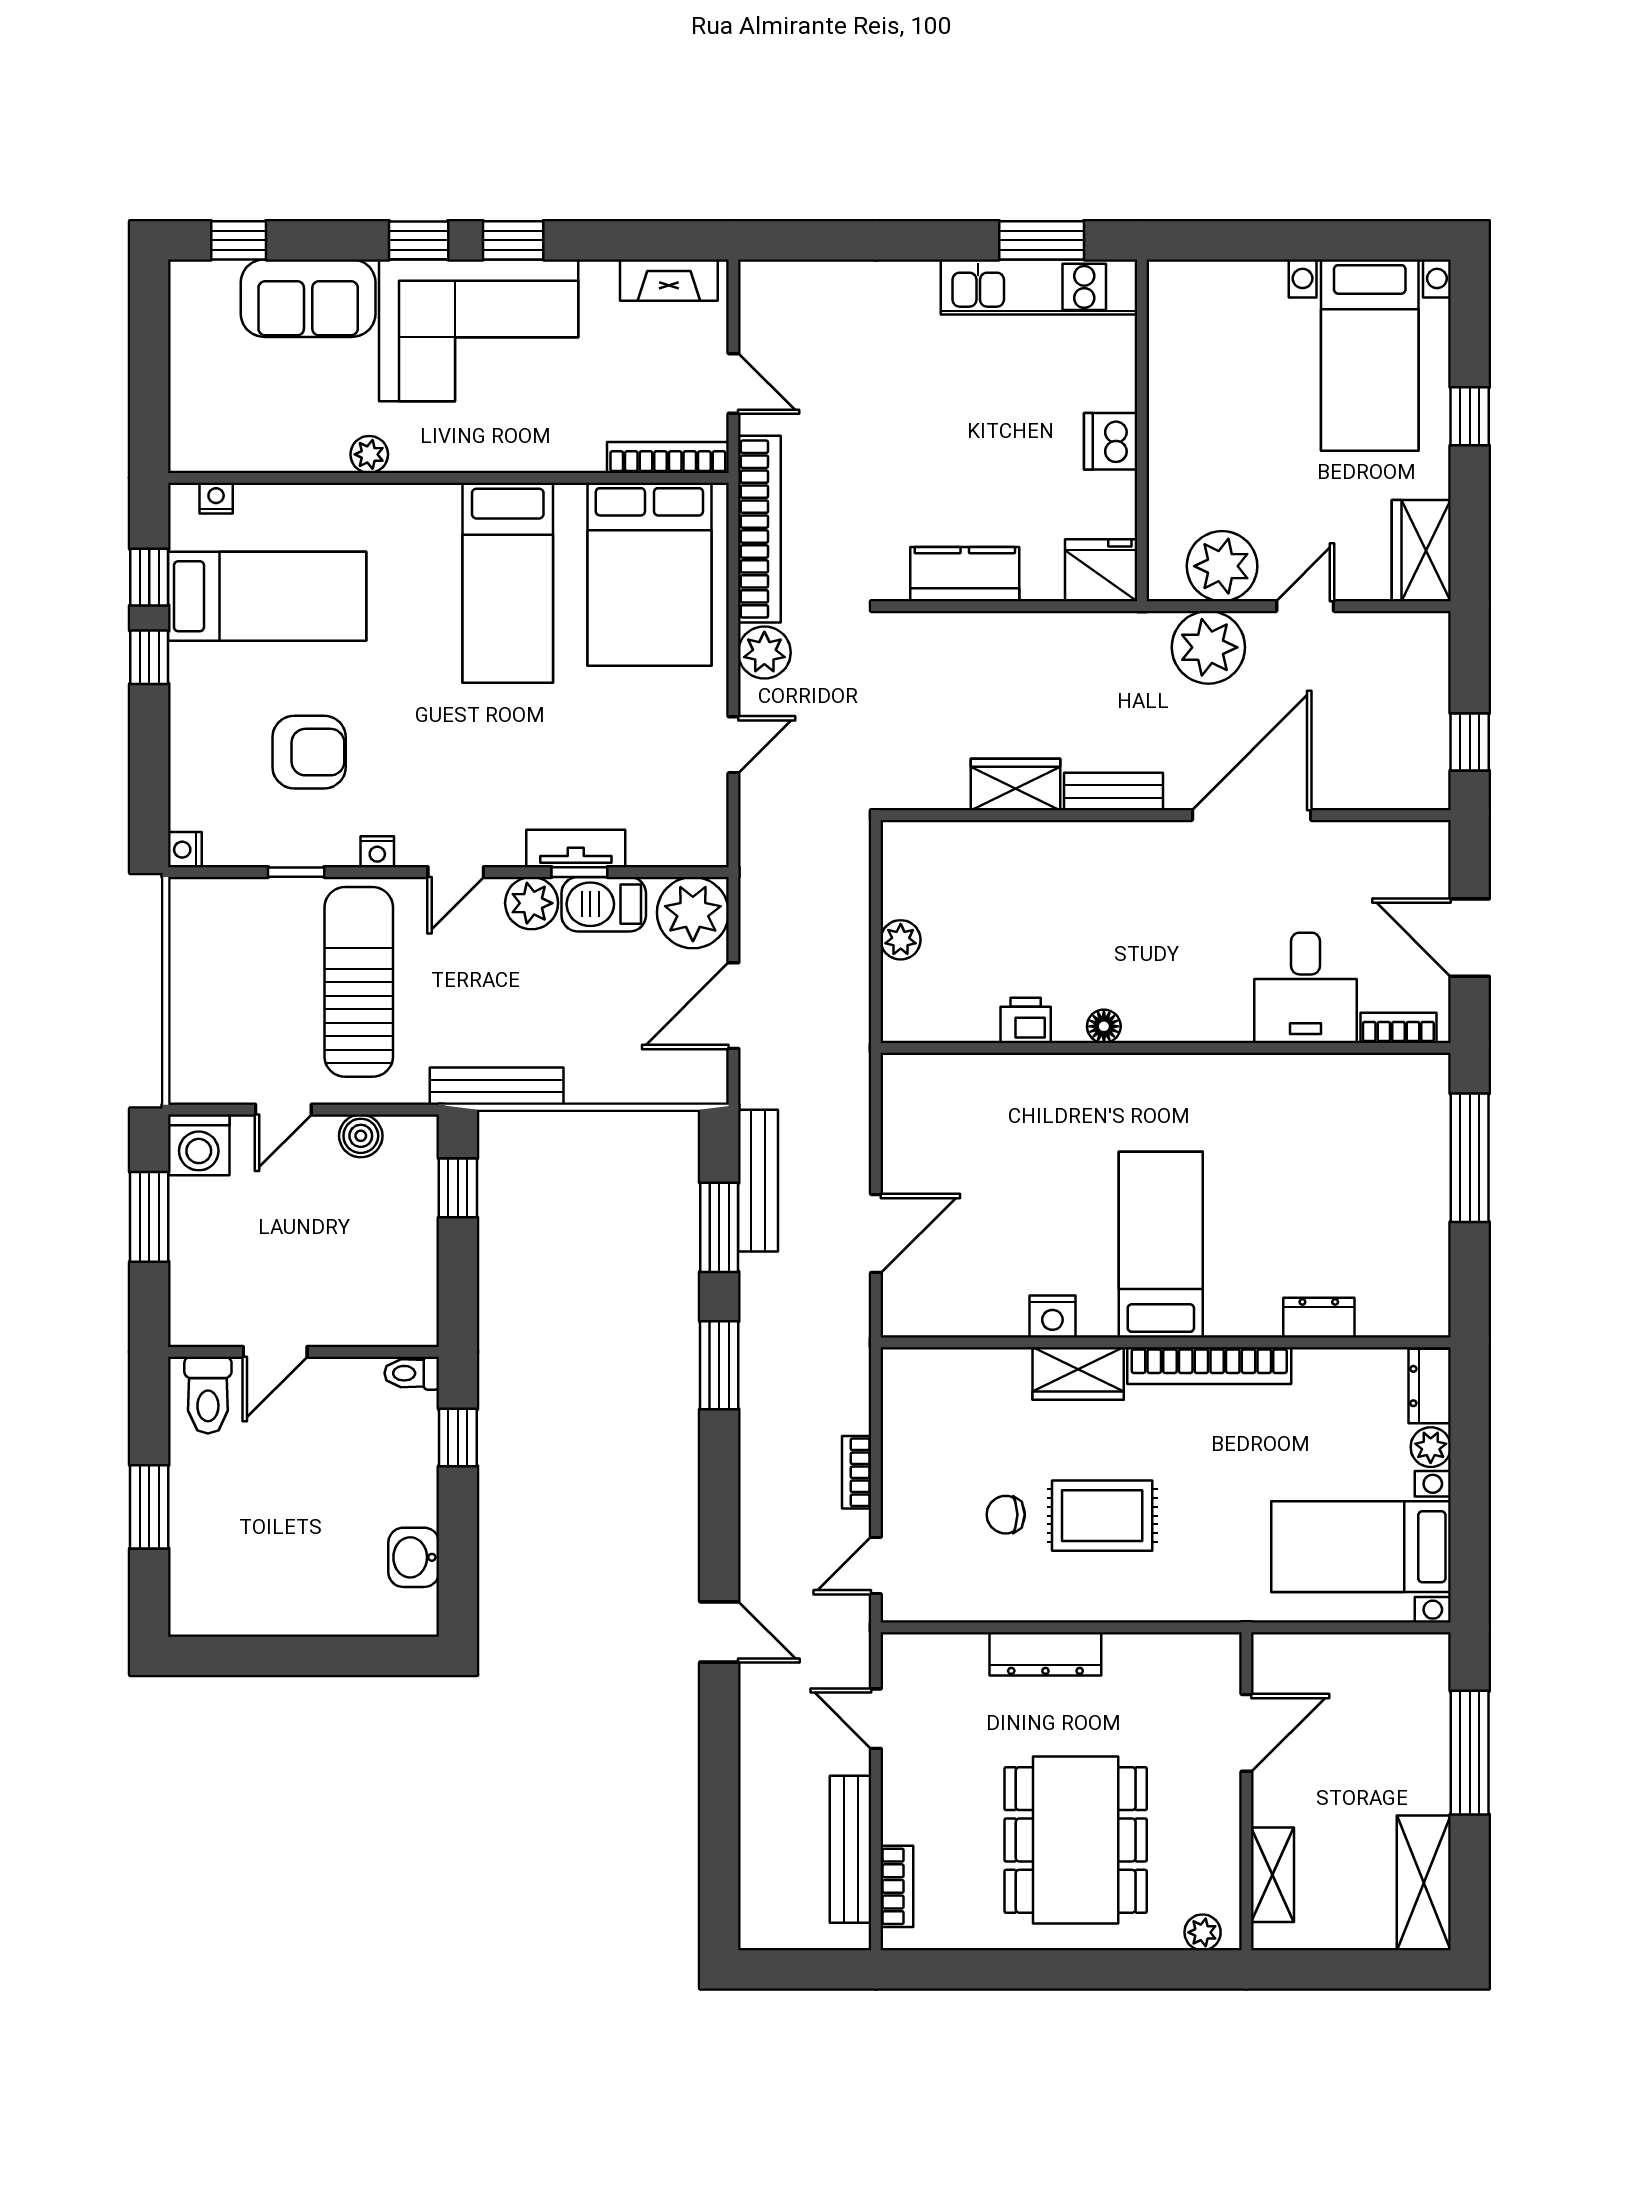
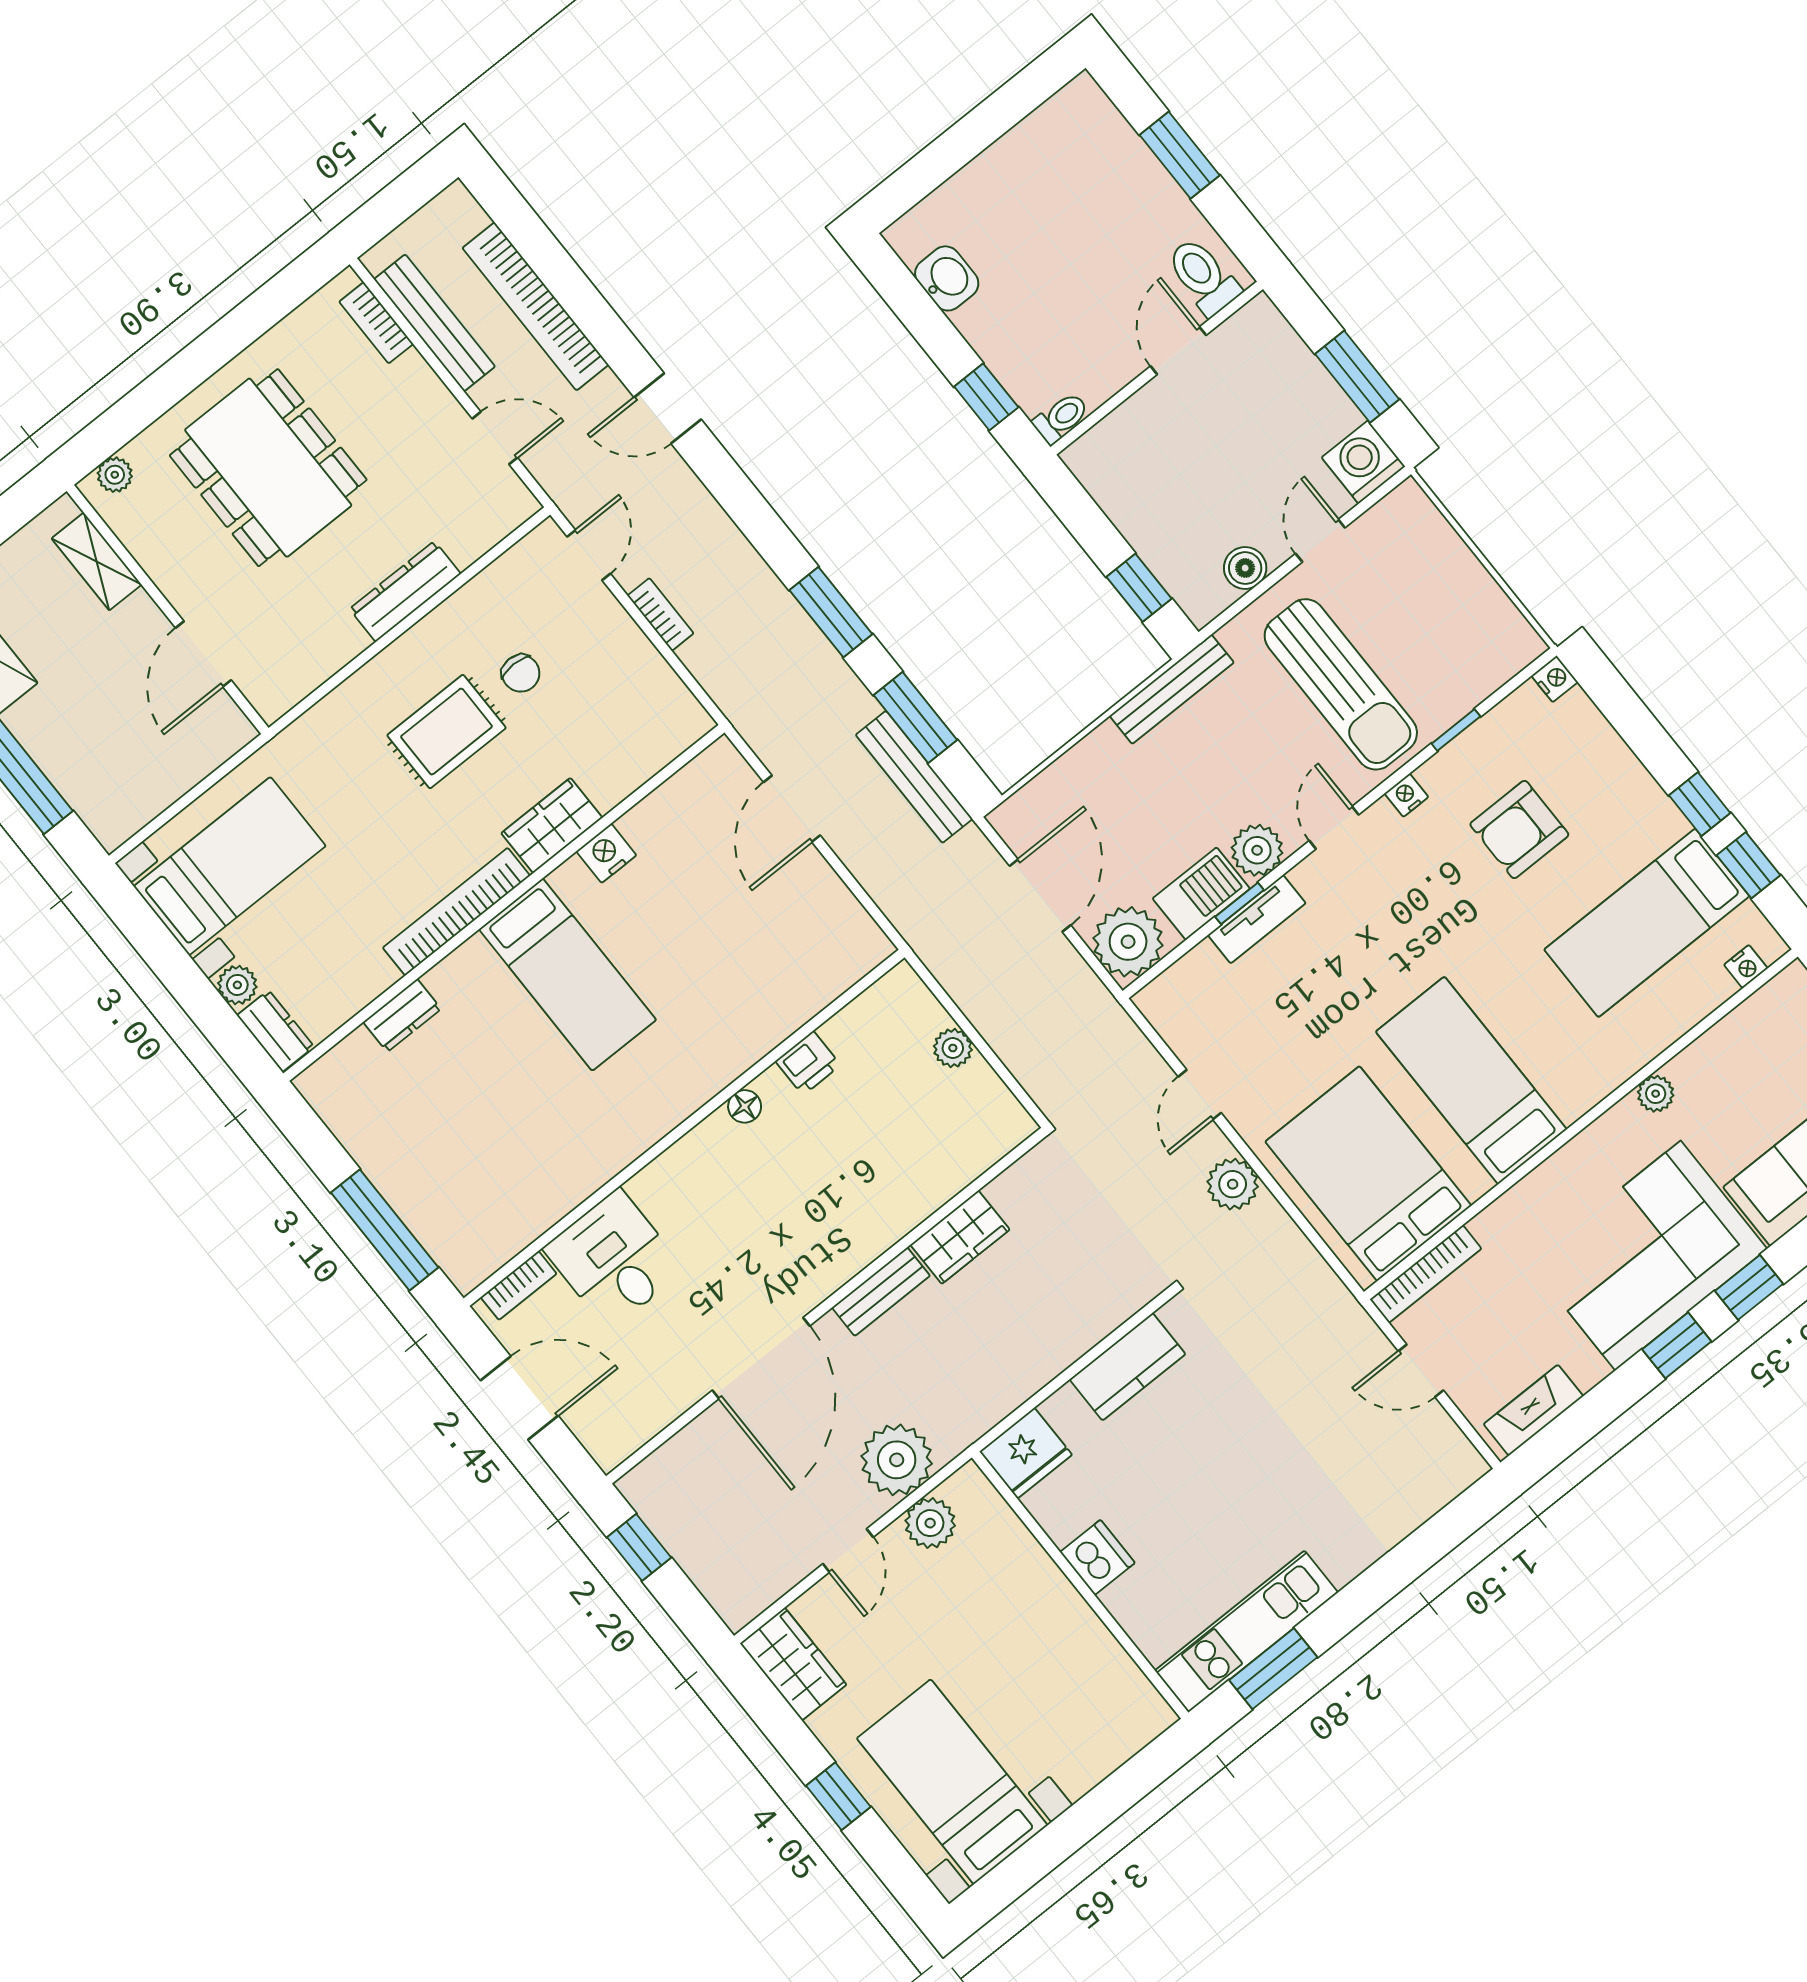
bookcase: (759, 529) -> (536, 306), moved
plant: (1222, 566) -> (930, 1523), width x0.73, depth x0.73
chair: (1006, 1515) -> (521, 673), turned 90

